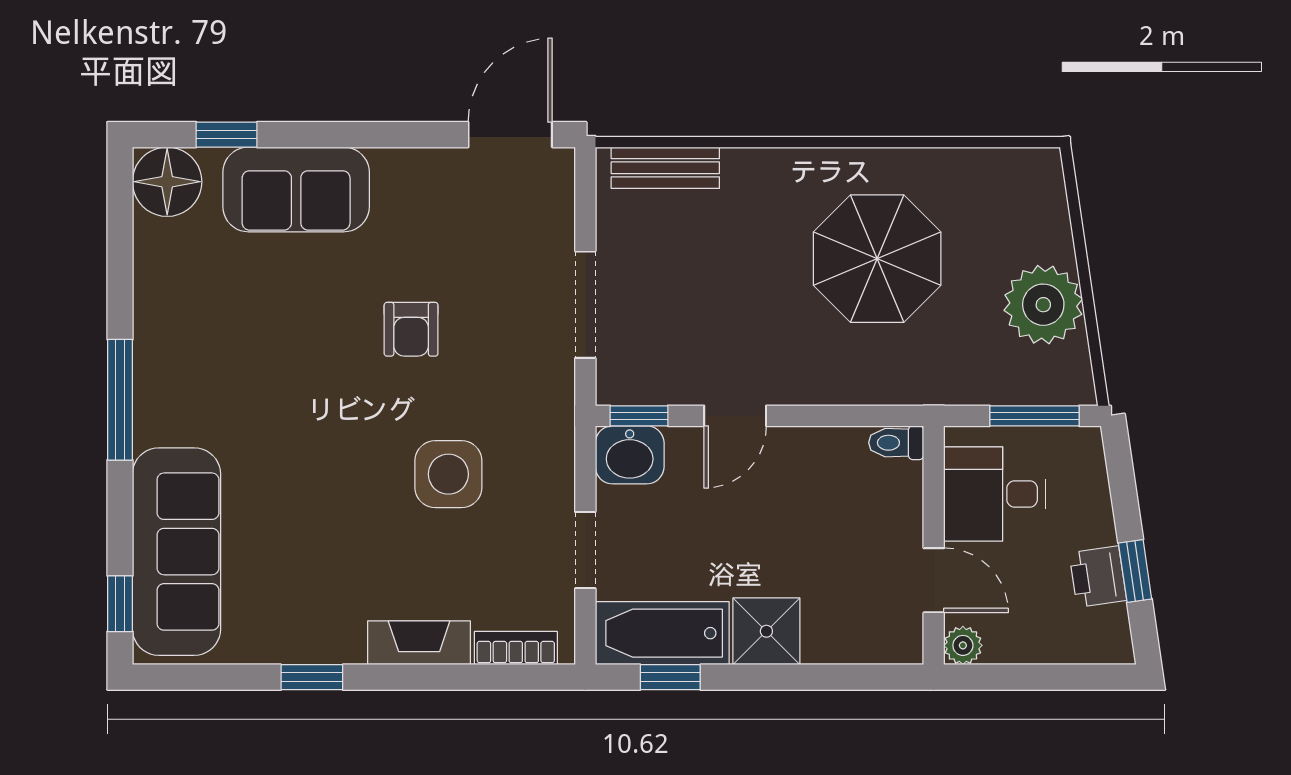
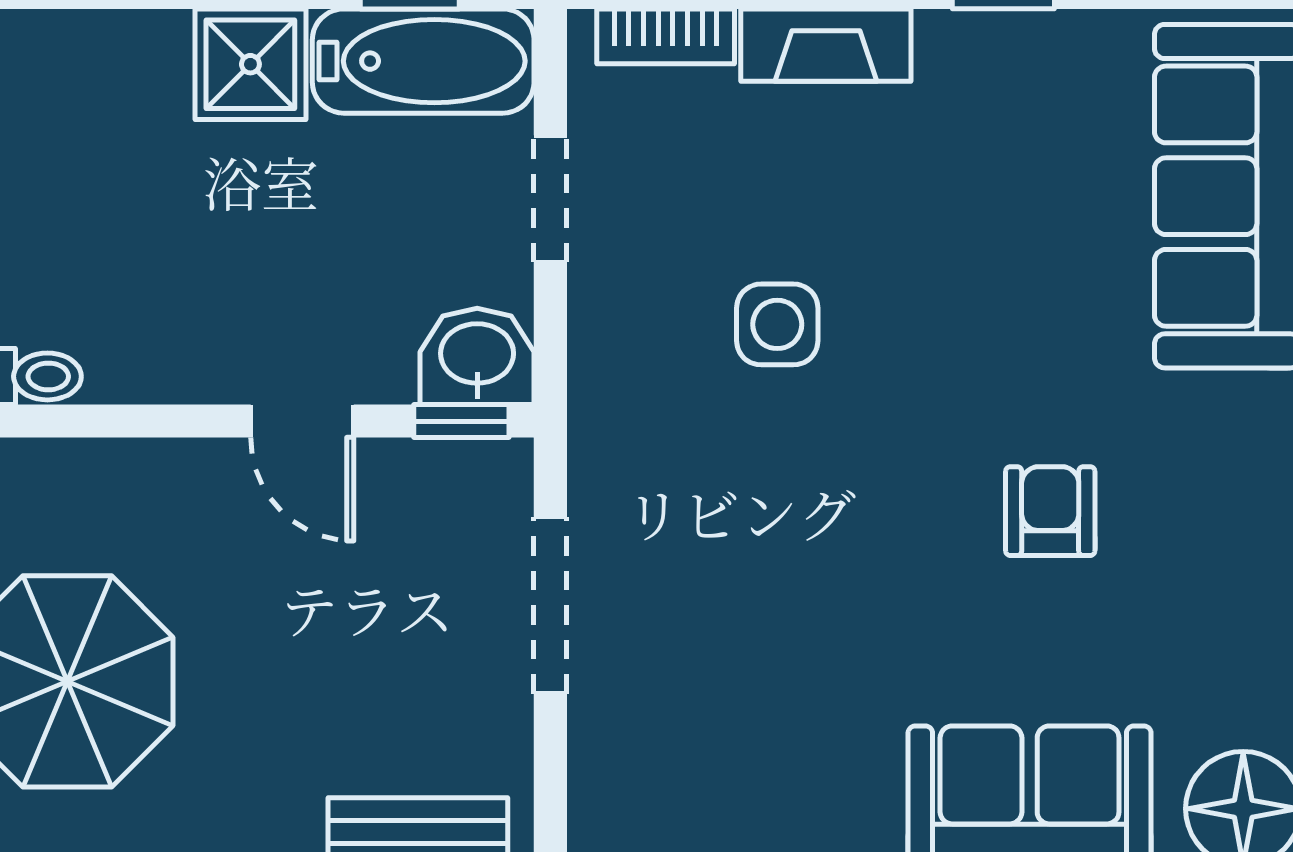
armchair: (411, 329) -> (1050, 511), moved
door: (735, 416) -> (302, 421), swing flipped
side table: (448, 474) -> (777, 324), width x0.73, depth x0.73

